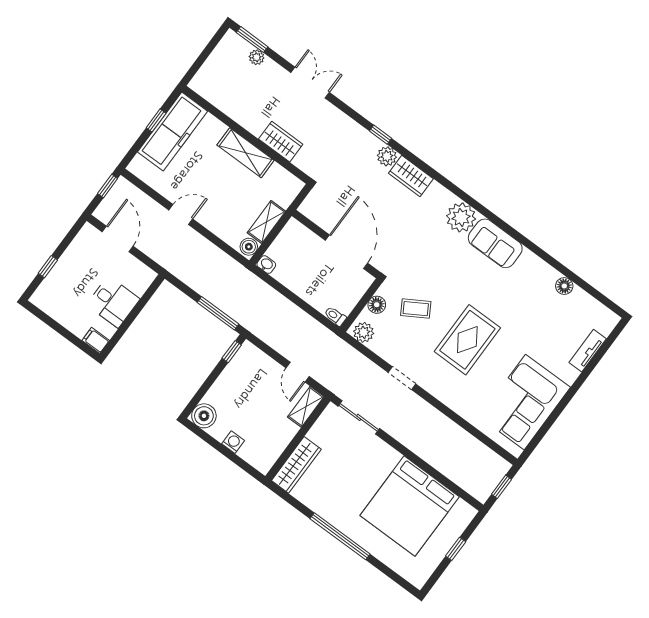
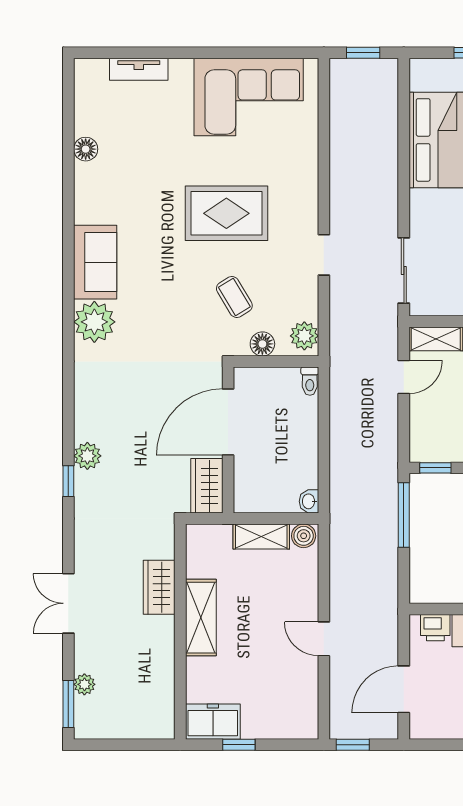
freezer: (173, 132) -> (213, 722), width x0.52, depth x0.79
wardrobe: (411, 176) -> (207, 486), moved, turned 180
printer: (140, 283) -> (435, 628), added

